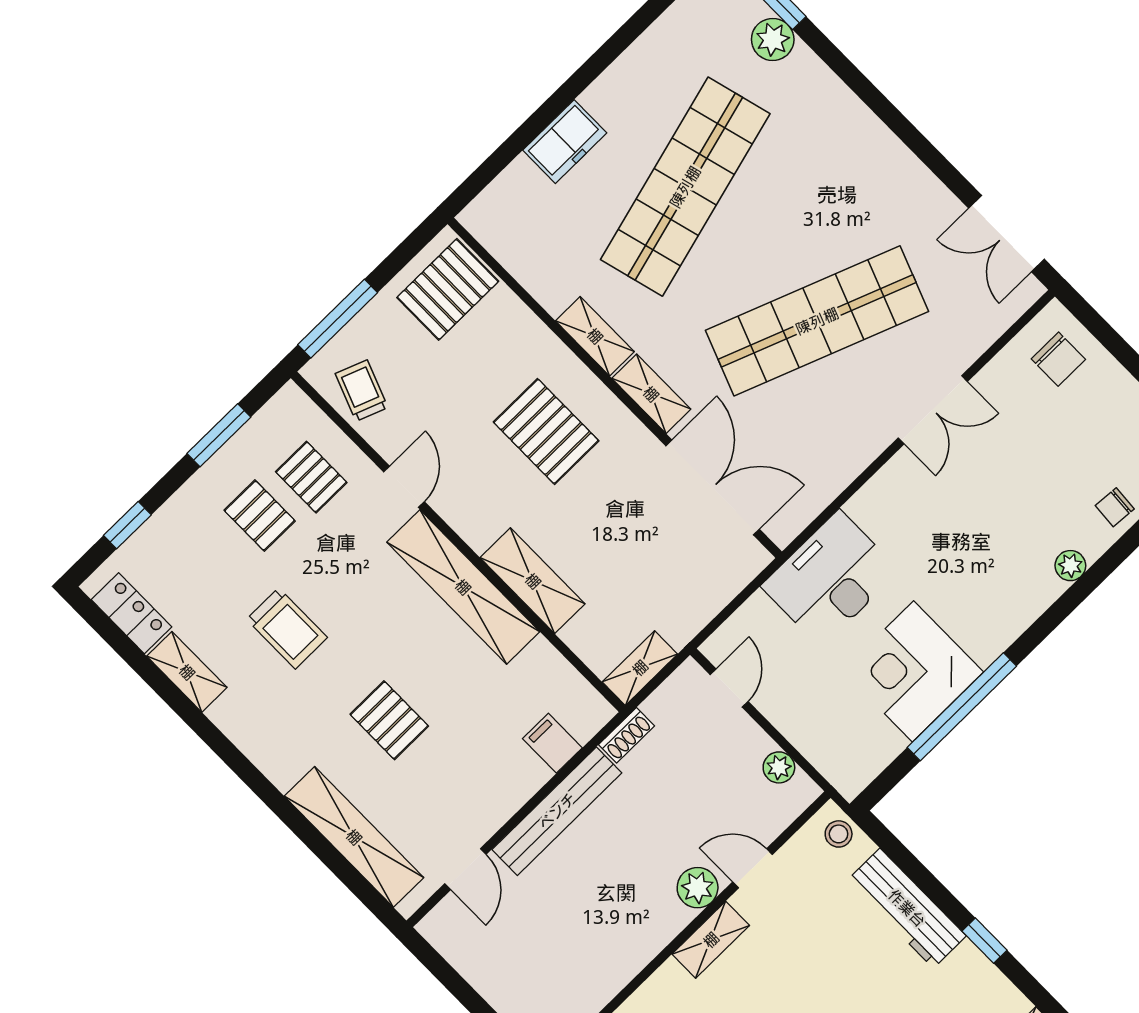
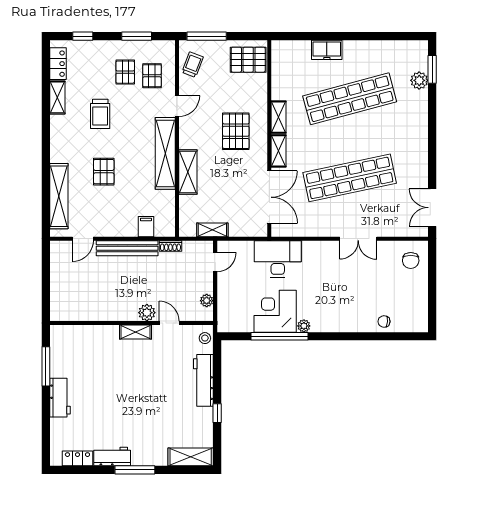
shop shelf: (817, 321) -> (350, 178), turned -33
plant: (1070, 566) -> (304, 326), moved
shelving: (640, 668) -> (212, 230), moved

